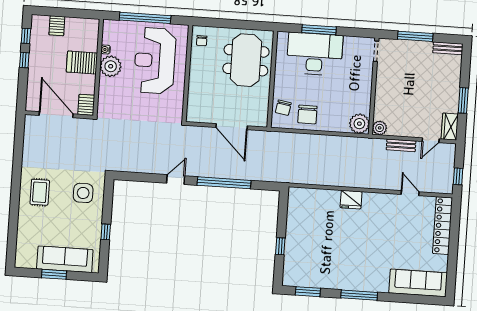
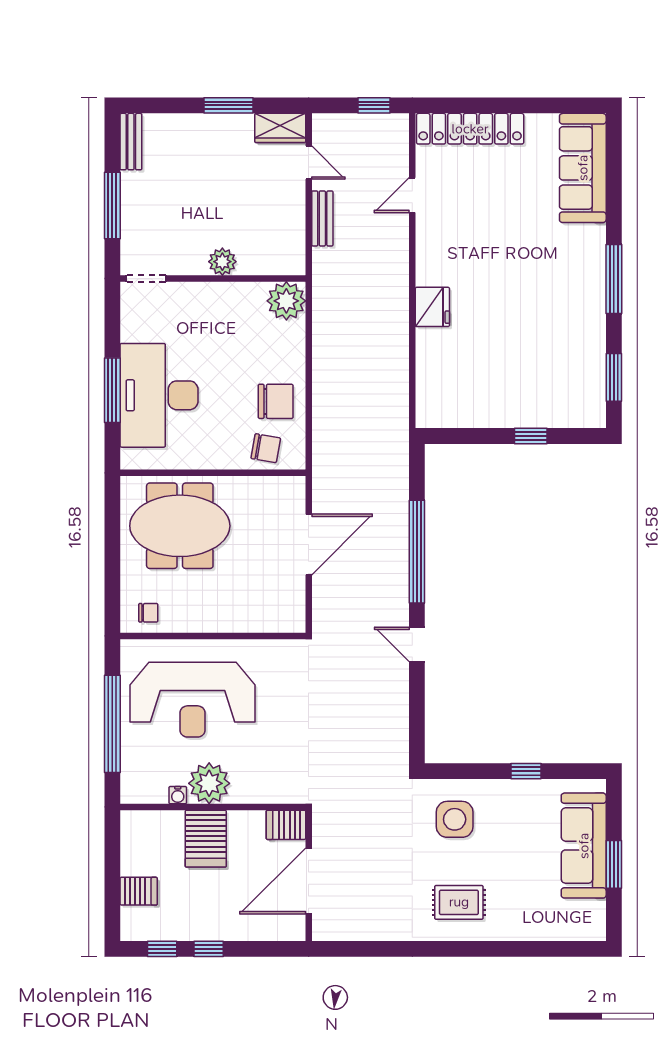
plant: (380, 128) -> (222, 262), moved

